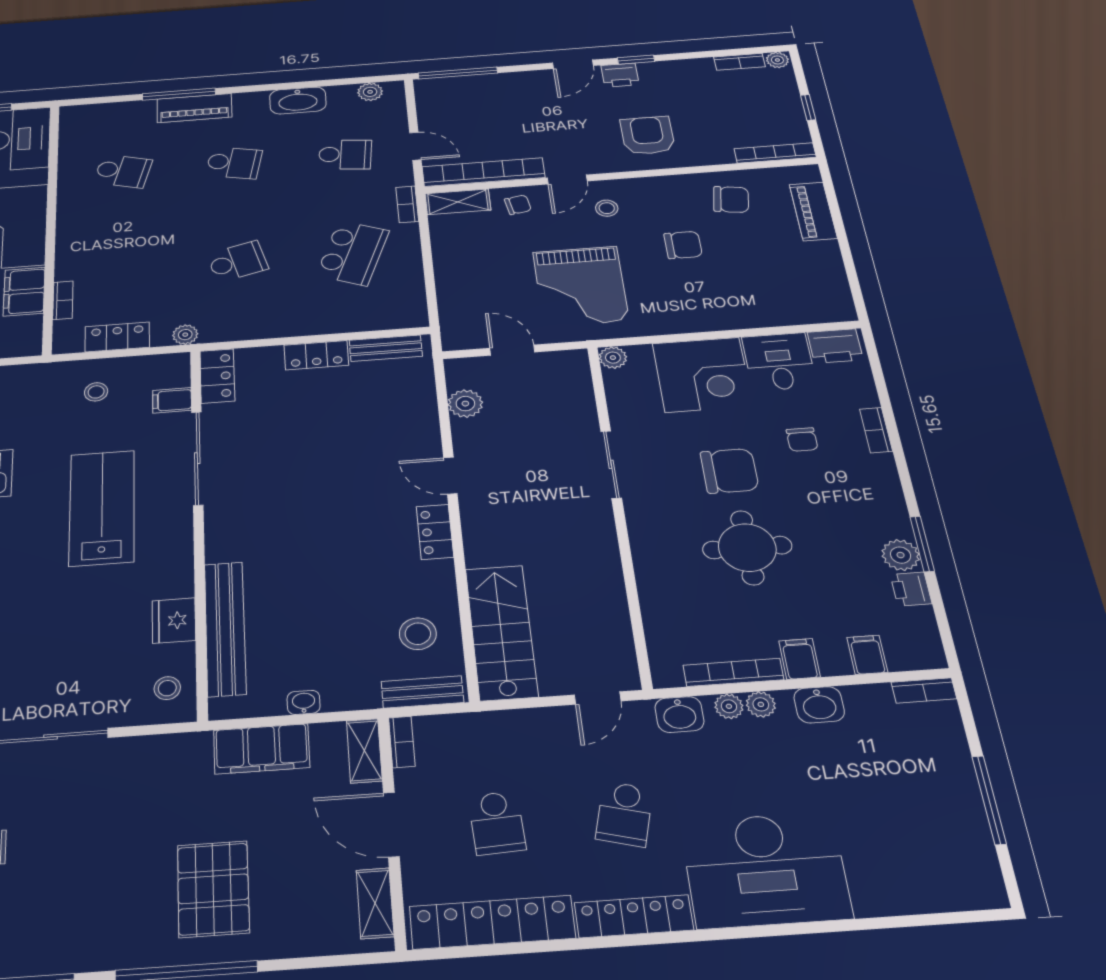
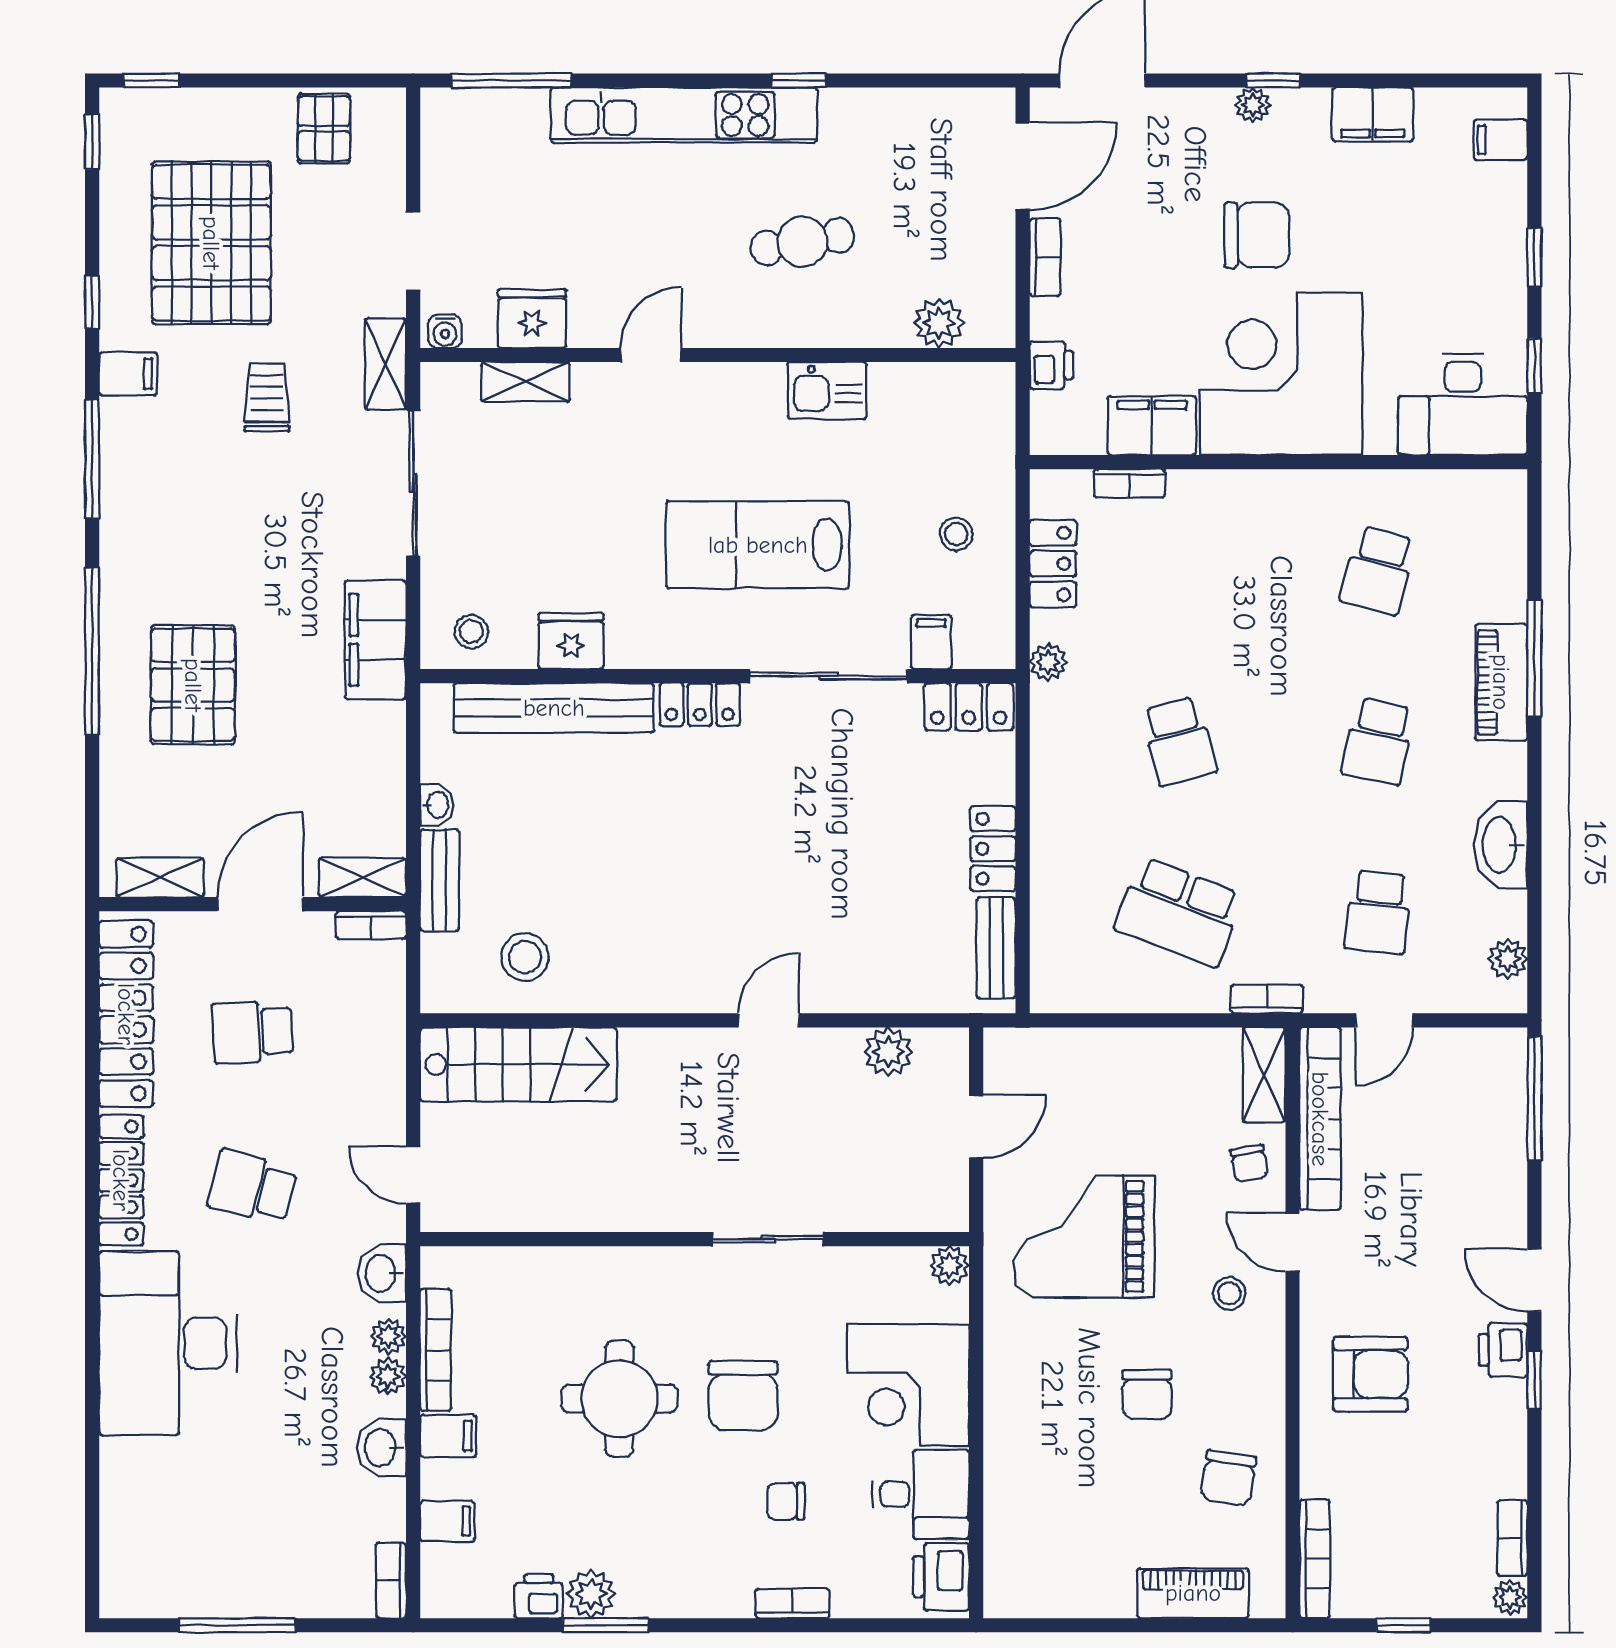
lab bench: (102, 508) -> (758, 545), turned 180
locker: (435, 532) -> (700, 704), moved, turned 180
bench: (422, 692) -> (440, 880), moved
filing cabinet: (262, 749) -> (375, 640), moved
pallet: (213, 889) -> (193, 685), turned 90

